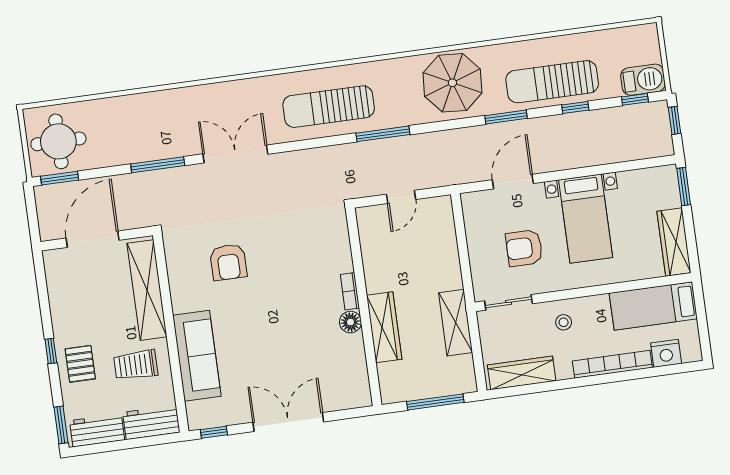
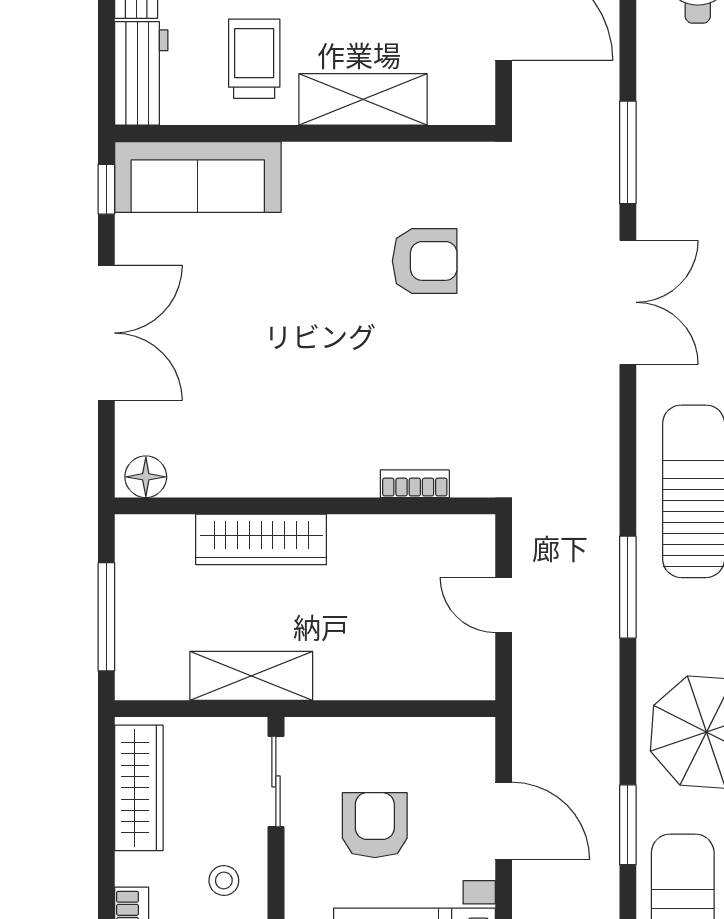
armchair: (228, 262) -> (425, 261), turned 180
shelving: (147, 290) -> (363, 99), width x0.68
bookcase: (350, 291) -> (415, 484), moved
floor lamp: (350, 322) -> (146, 477), moved
sofa: (197, 356) -> (198, 177), moved

